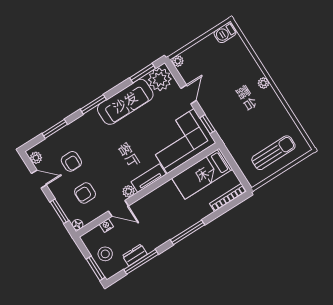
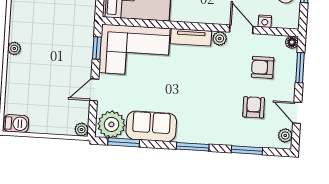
sofa: (125, 102) -> (151, 126), width x0.73
armchair: (85, 193) -> (263, 67), turned 180

